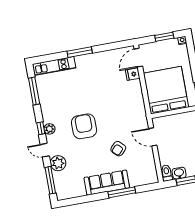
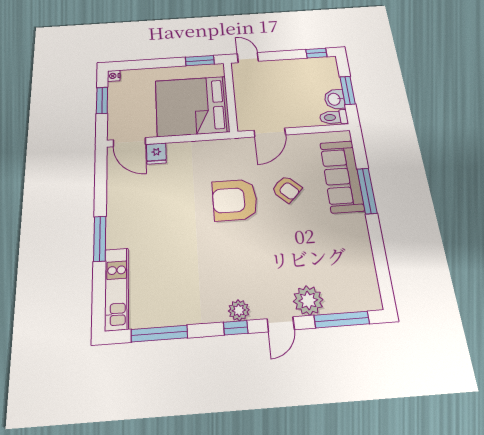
armchair: (84, 126) -> (235, 200), moved
sofa: (107, 183) -> (342, 176), moved

